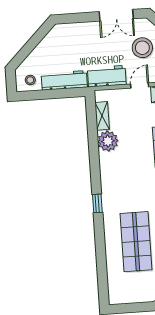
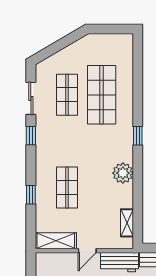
plant: (108, 141) -> (123, 173), moved

